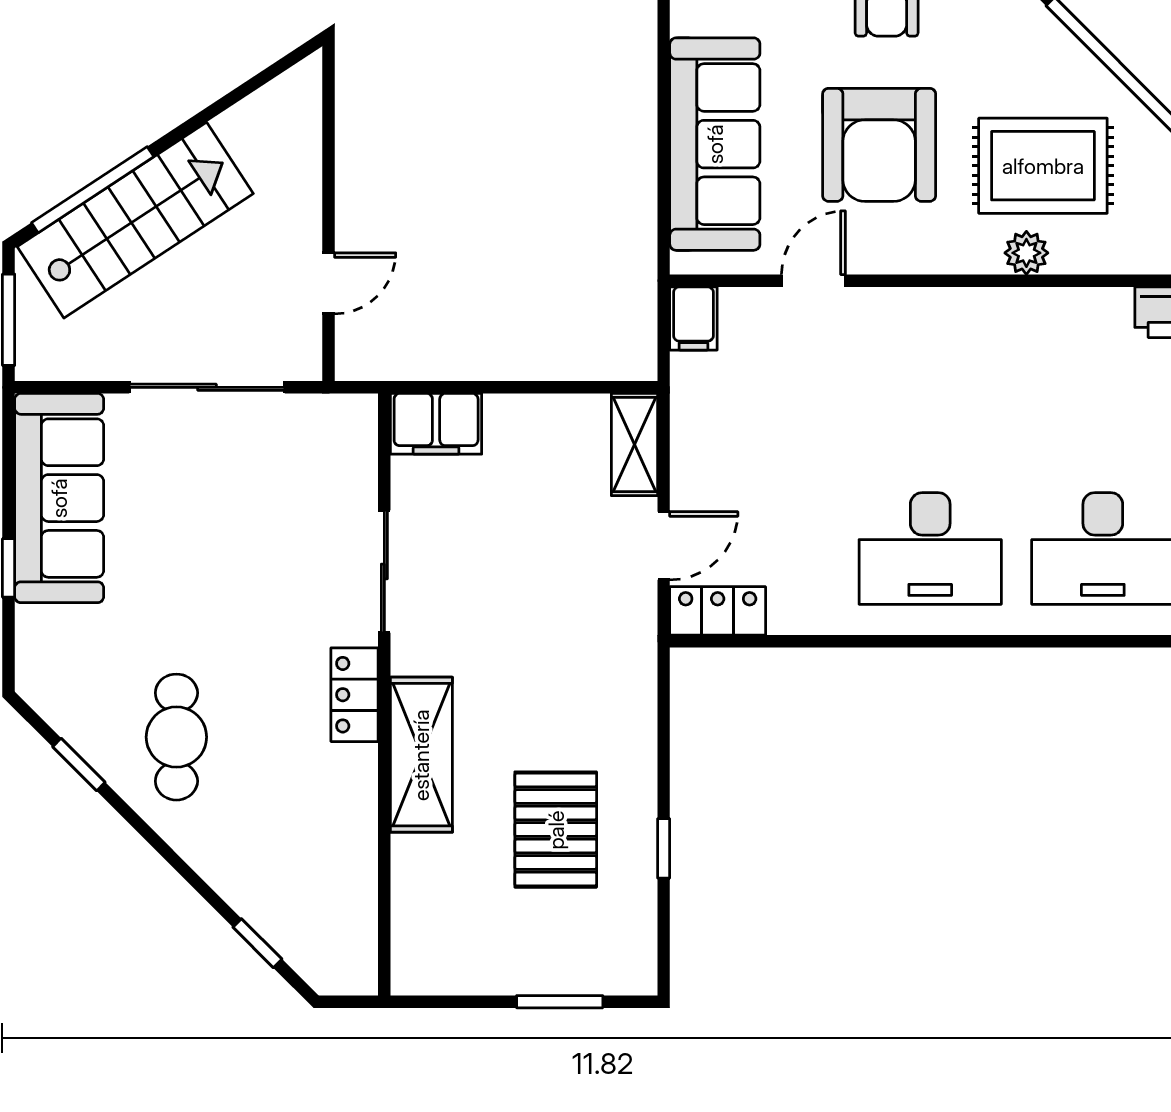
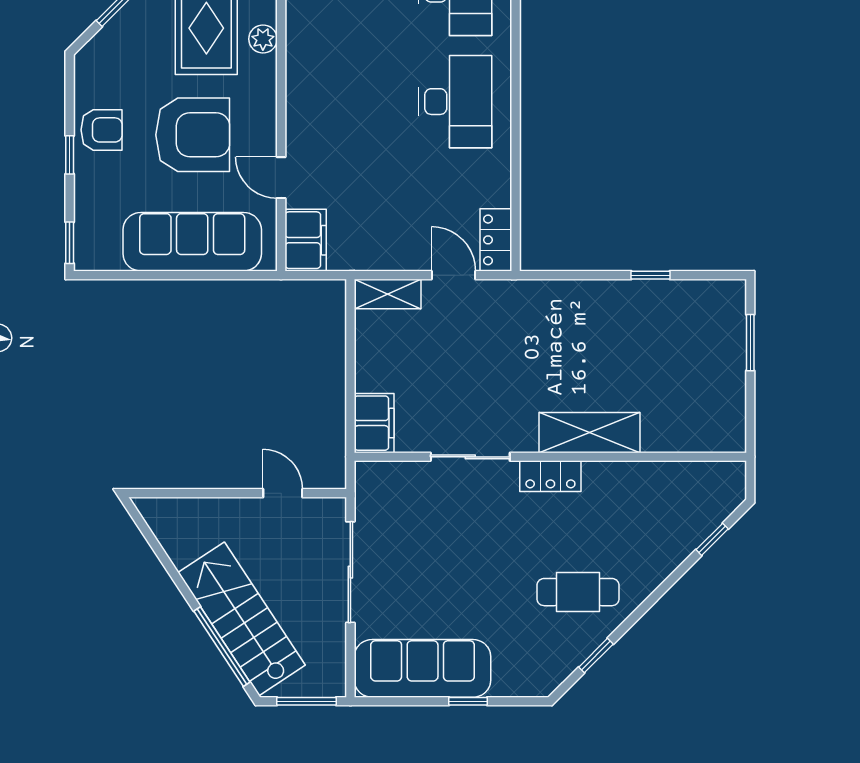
filing cabinet: (693, 318) -> (306, 240), width x2.00
pallet: (556, 830) -> (638, 345), removed

